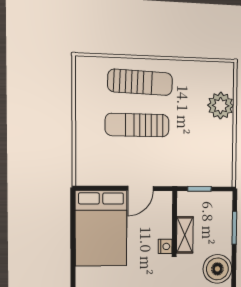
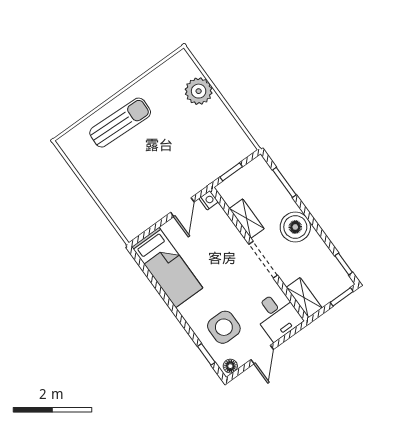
sun lounger: (137, 125) -> (143, 158), removed
bed: (101, 228) -> (167, 267), width x0.67
nightstand: (165, 246) -> (209, 200), moved

